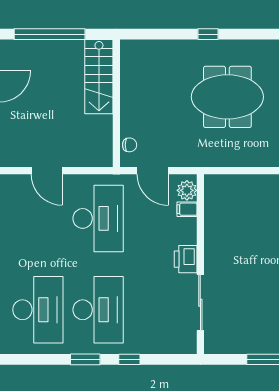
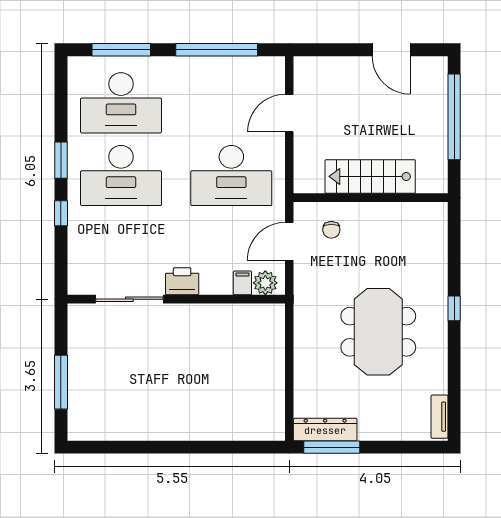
stairs: (99, 77) -> (370, 176), moved
chair: (130, 145) -> (331, 230), moved

